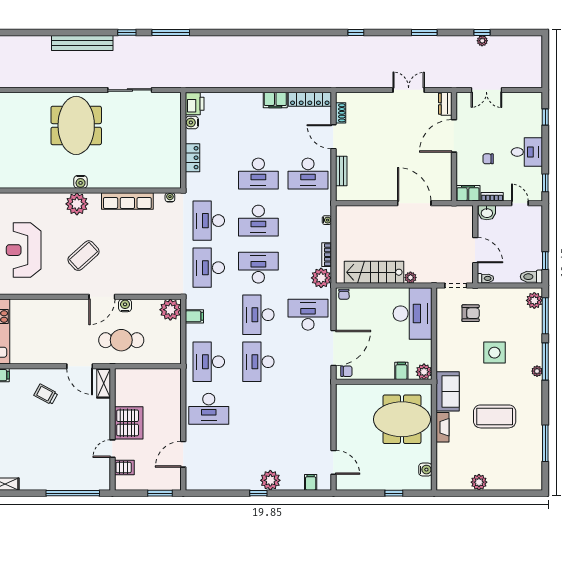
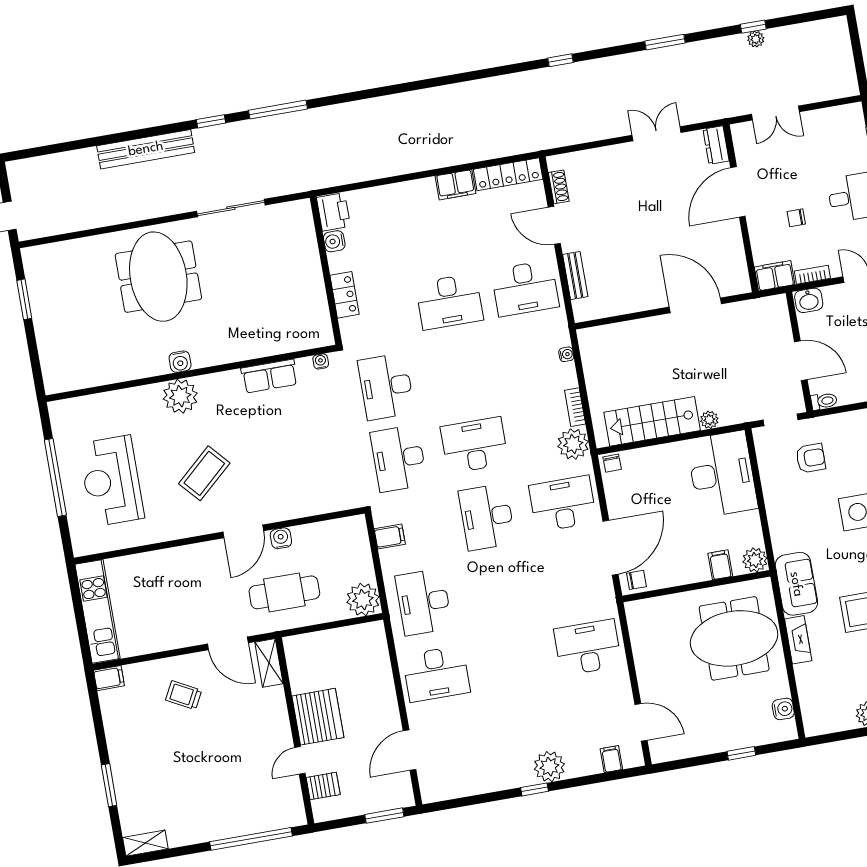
row of seats: (127, 201) -> (269, 376), width x0.68
desk: (258, 221) -> (462, 373), removed
plant: (170, 310) -> (363, 600), moved
desk: (258, 362) -> (588, 647), moved, turned 90

